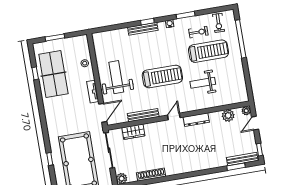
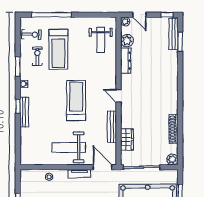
treadmill: (209, 51) -> (58, 49), turned 180
weight bench: (203, 83) -> (101, 40), moved
dresser: (196, 120) -> (126, 61), moved

